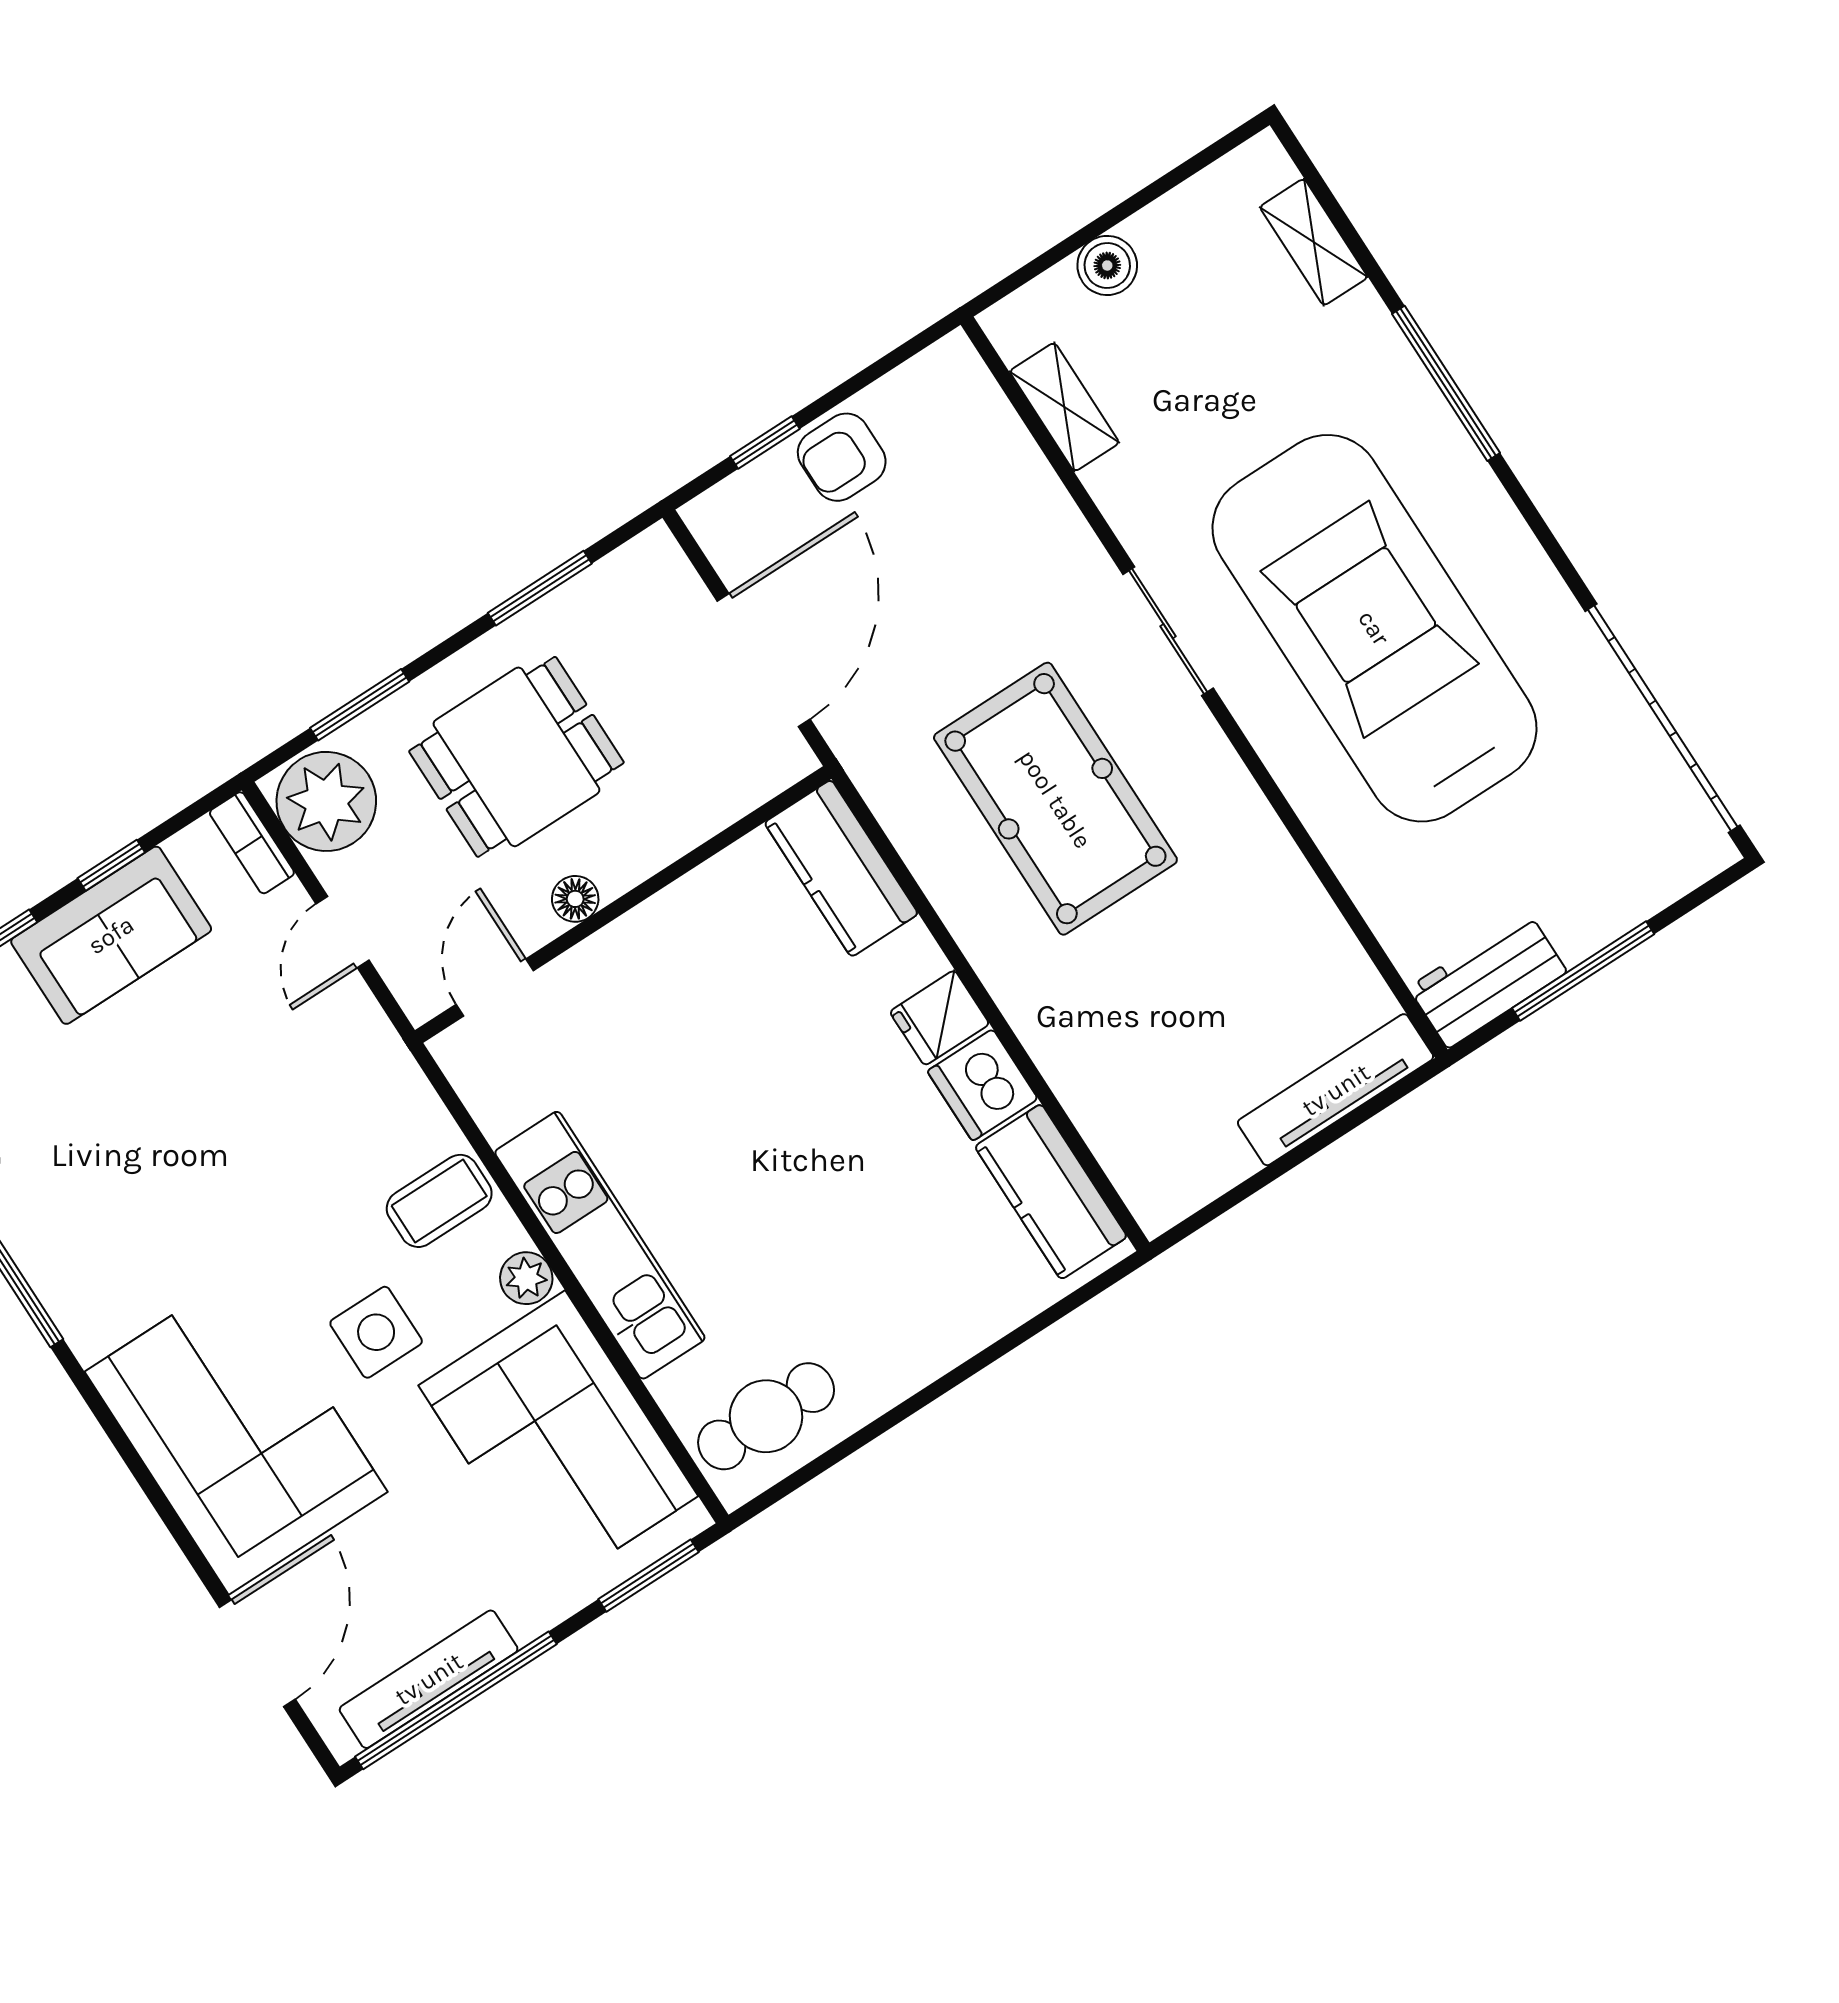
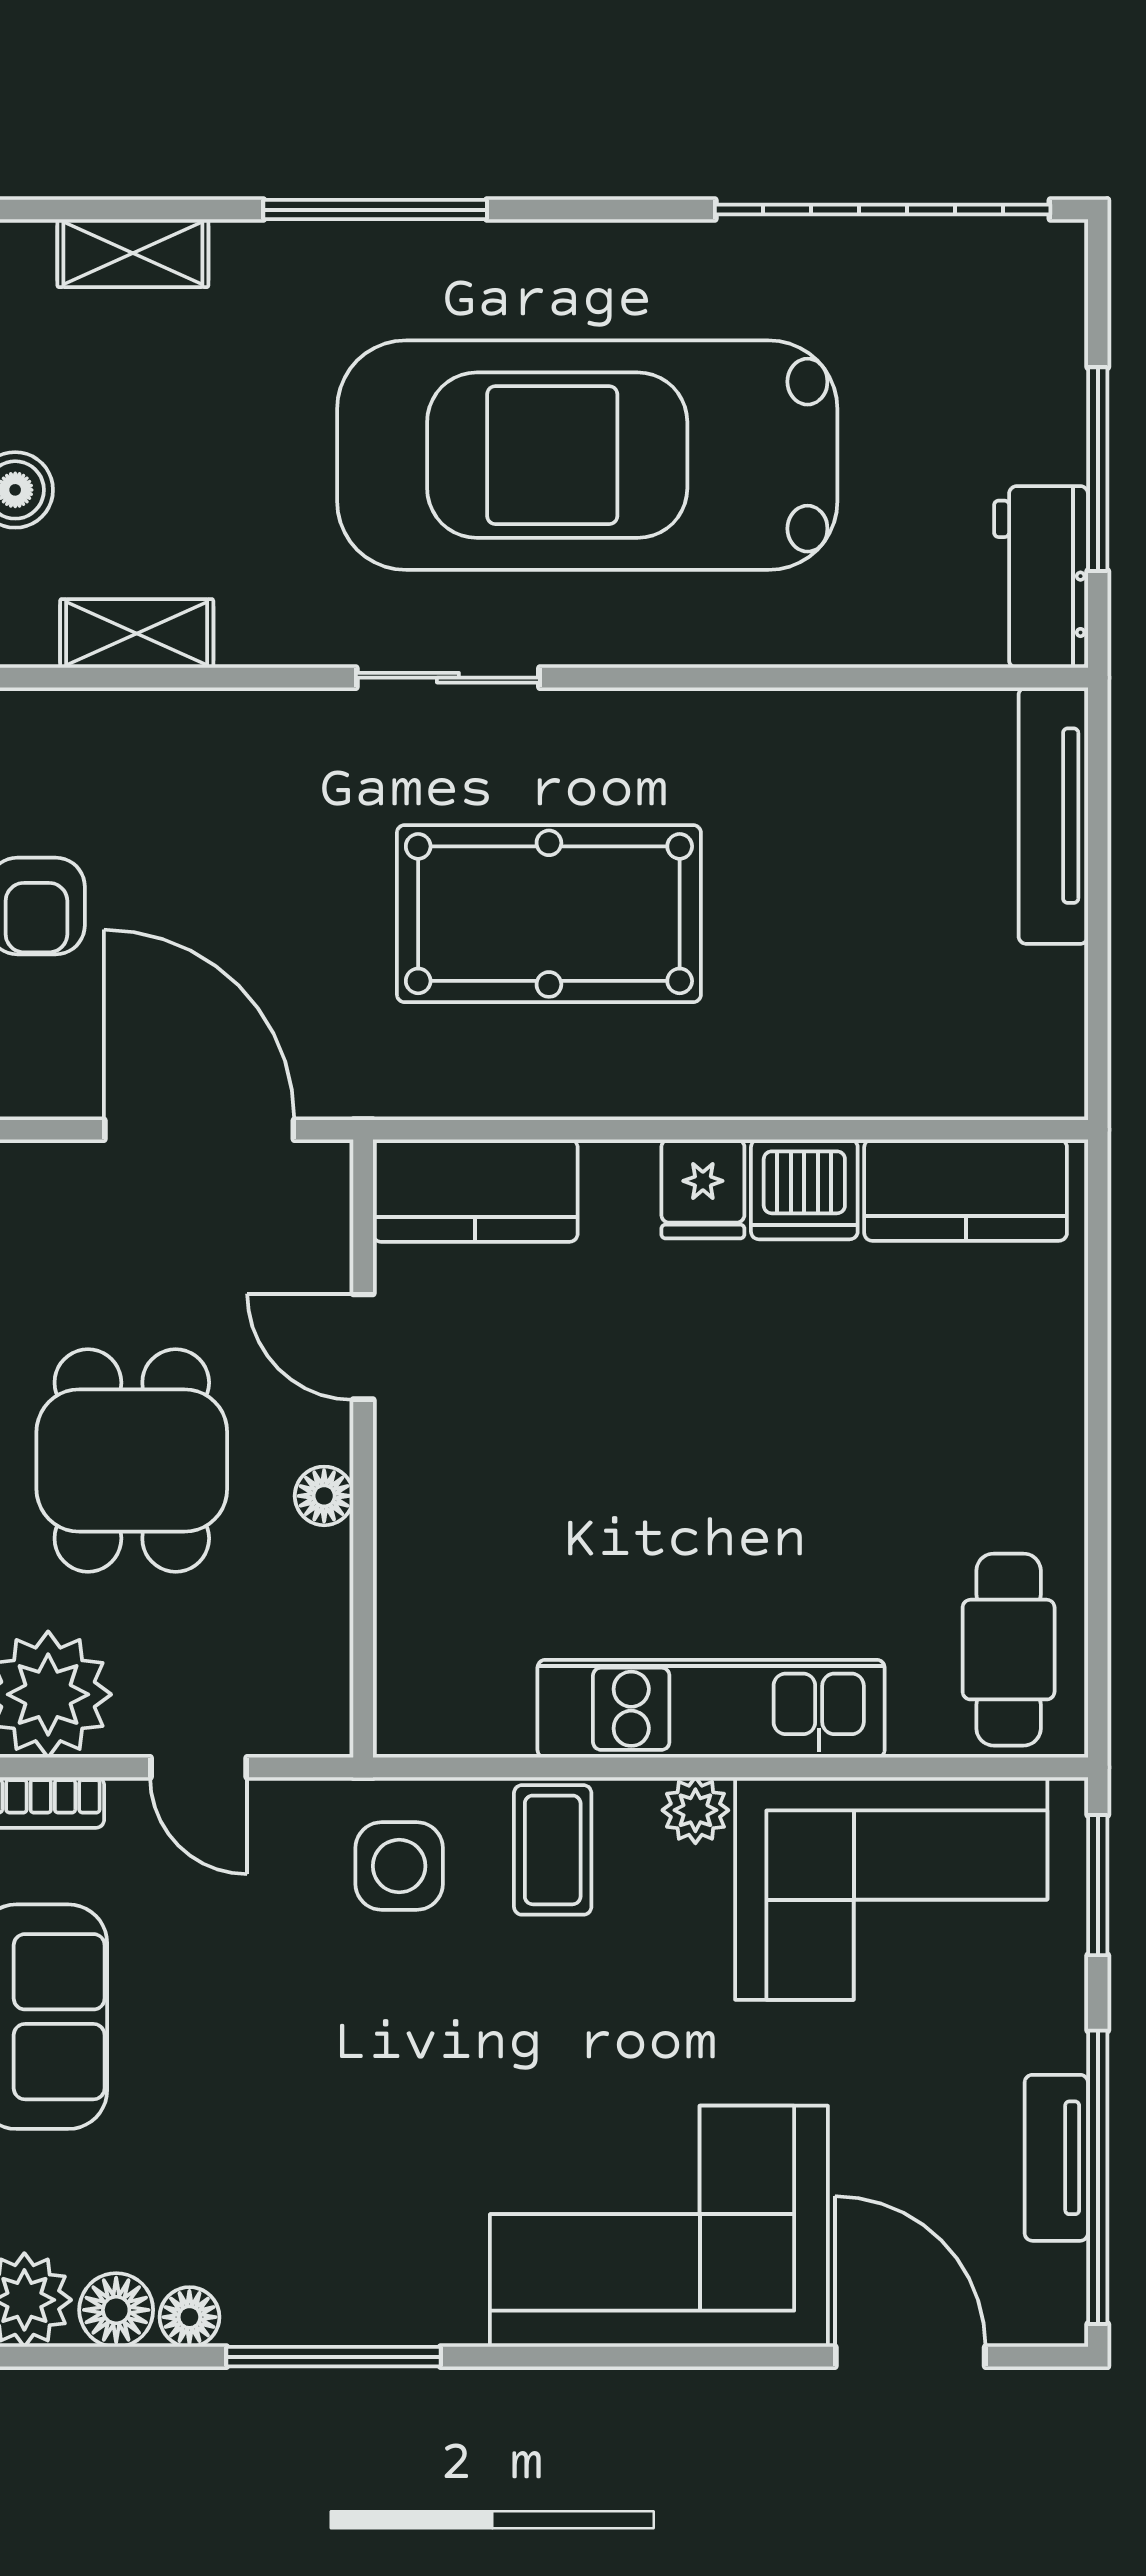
door: (495, 988) -> (363, 1347), moved
side table: (376, 1332) -> (399, 1866), moved
tv unit: (429, 1679) -> (1056, 2158), width x0.71

